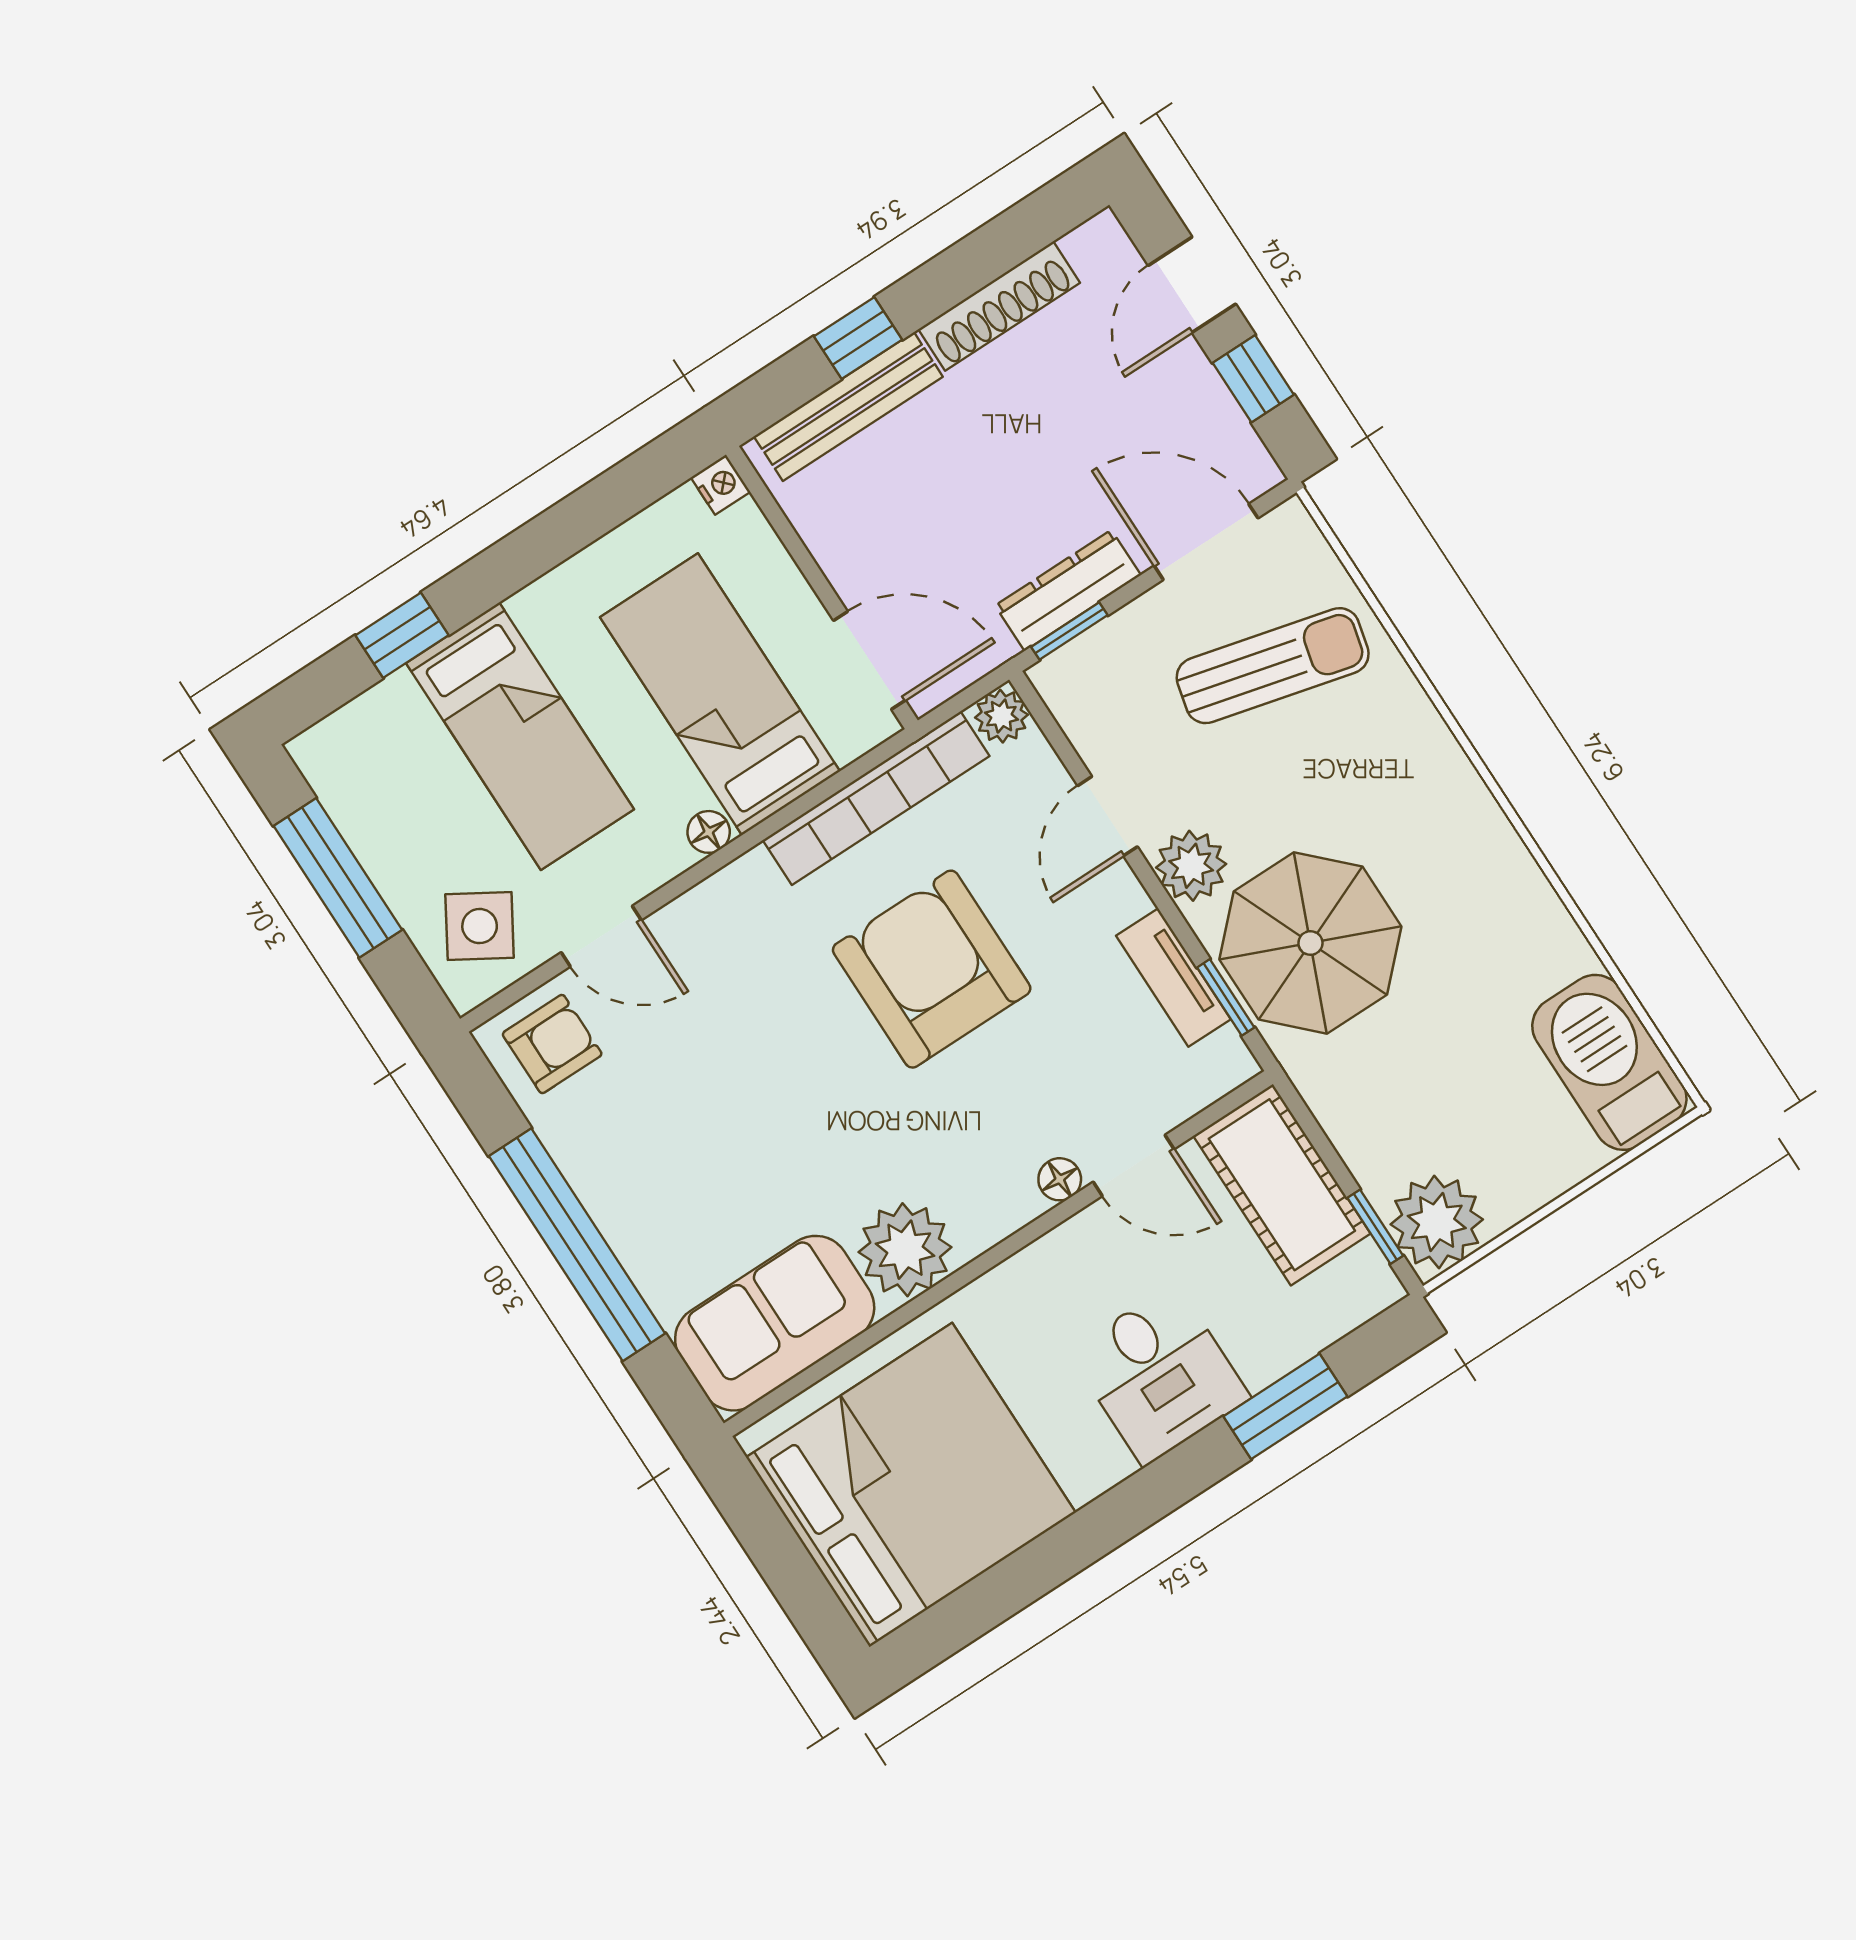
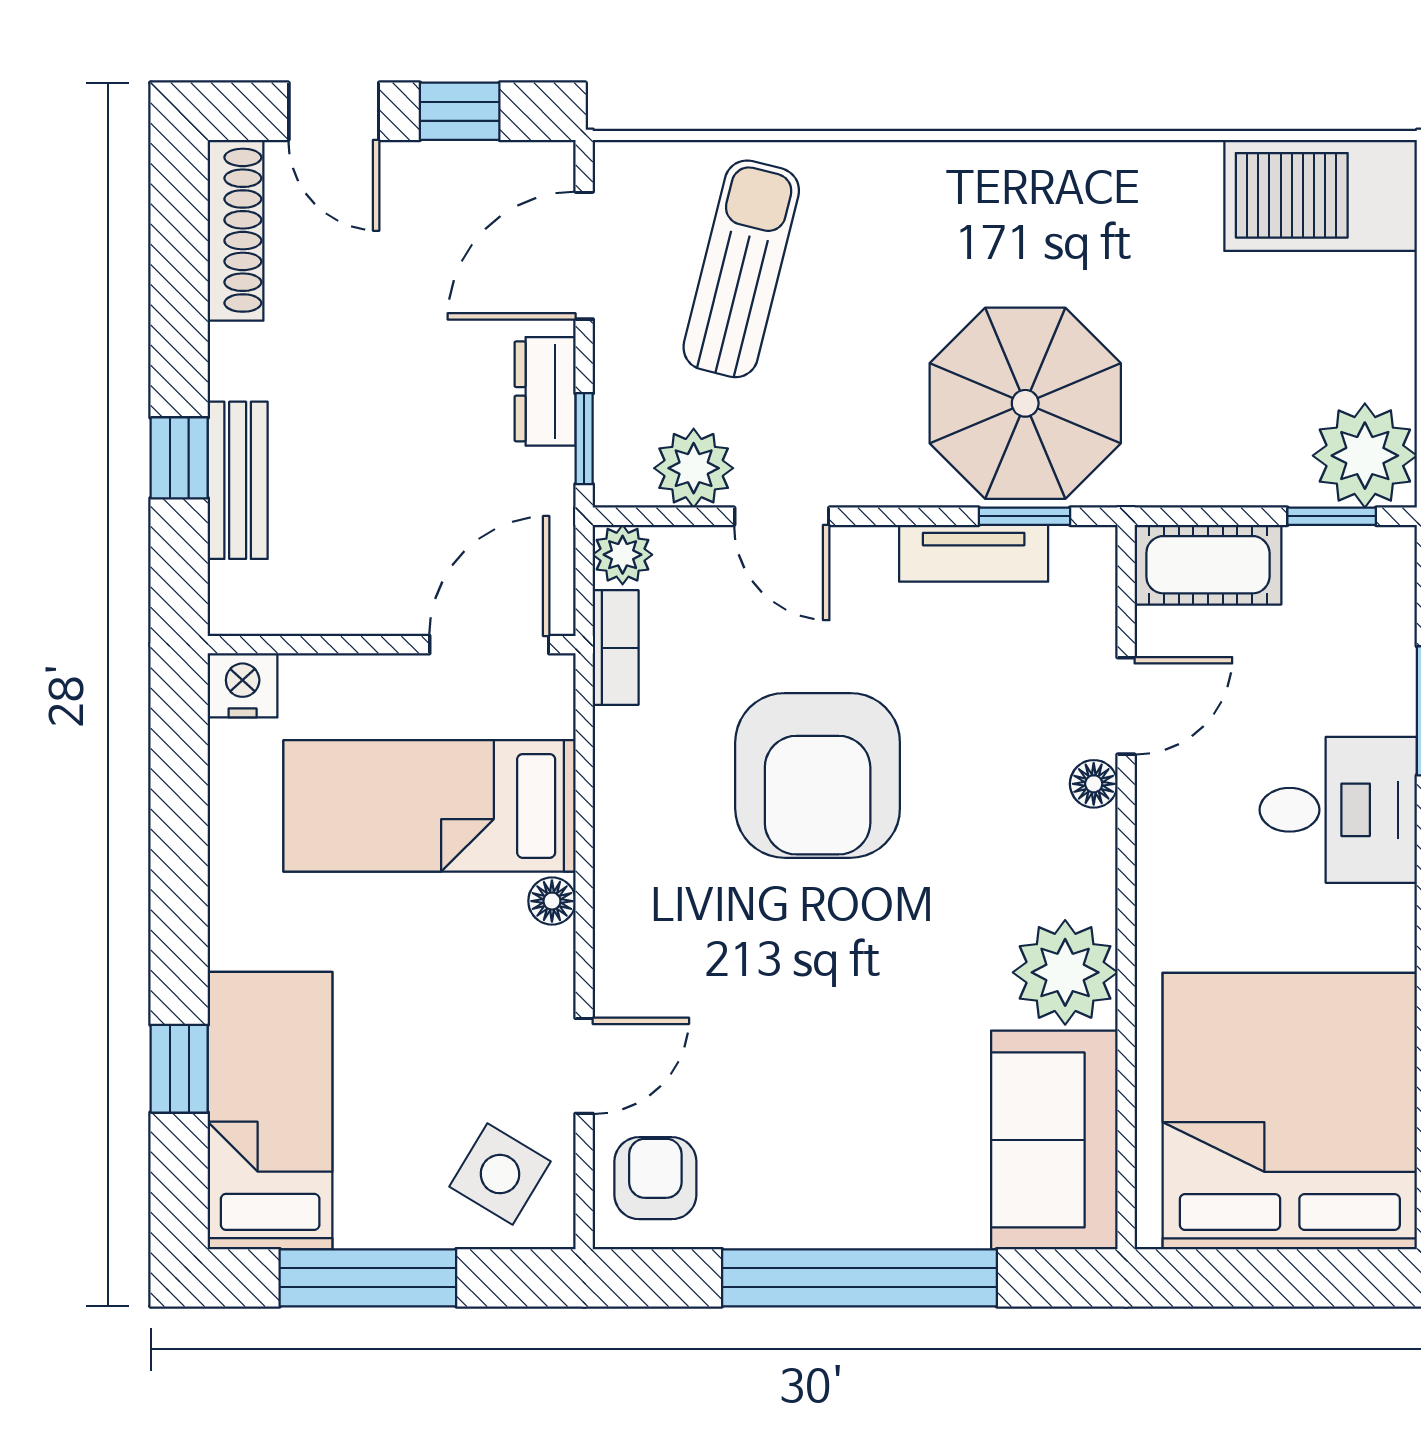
shoe rack: (999, 306) -> (236, 230), moved
bench: (848, 407) -> (238, 480), width x0.73
nightstand: (721, 485) -> (243, 685), width x1.39, depth x1.35
dresser: (1068, 590) -> (545, 391), width x0.70
bed: (520, 736) -> (270, 1111), moved, turned -90
bookcase: (876, 798) -> (616, 648), width x0.43, depth x0.76
plant: (1191, 866) -> (694, 468), moved
armchair: (932, 969) -> (818, 775), turned -90
cot: (1282, 1185) -> (1208, 565), width x0.73, depth x0.75

